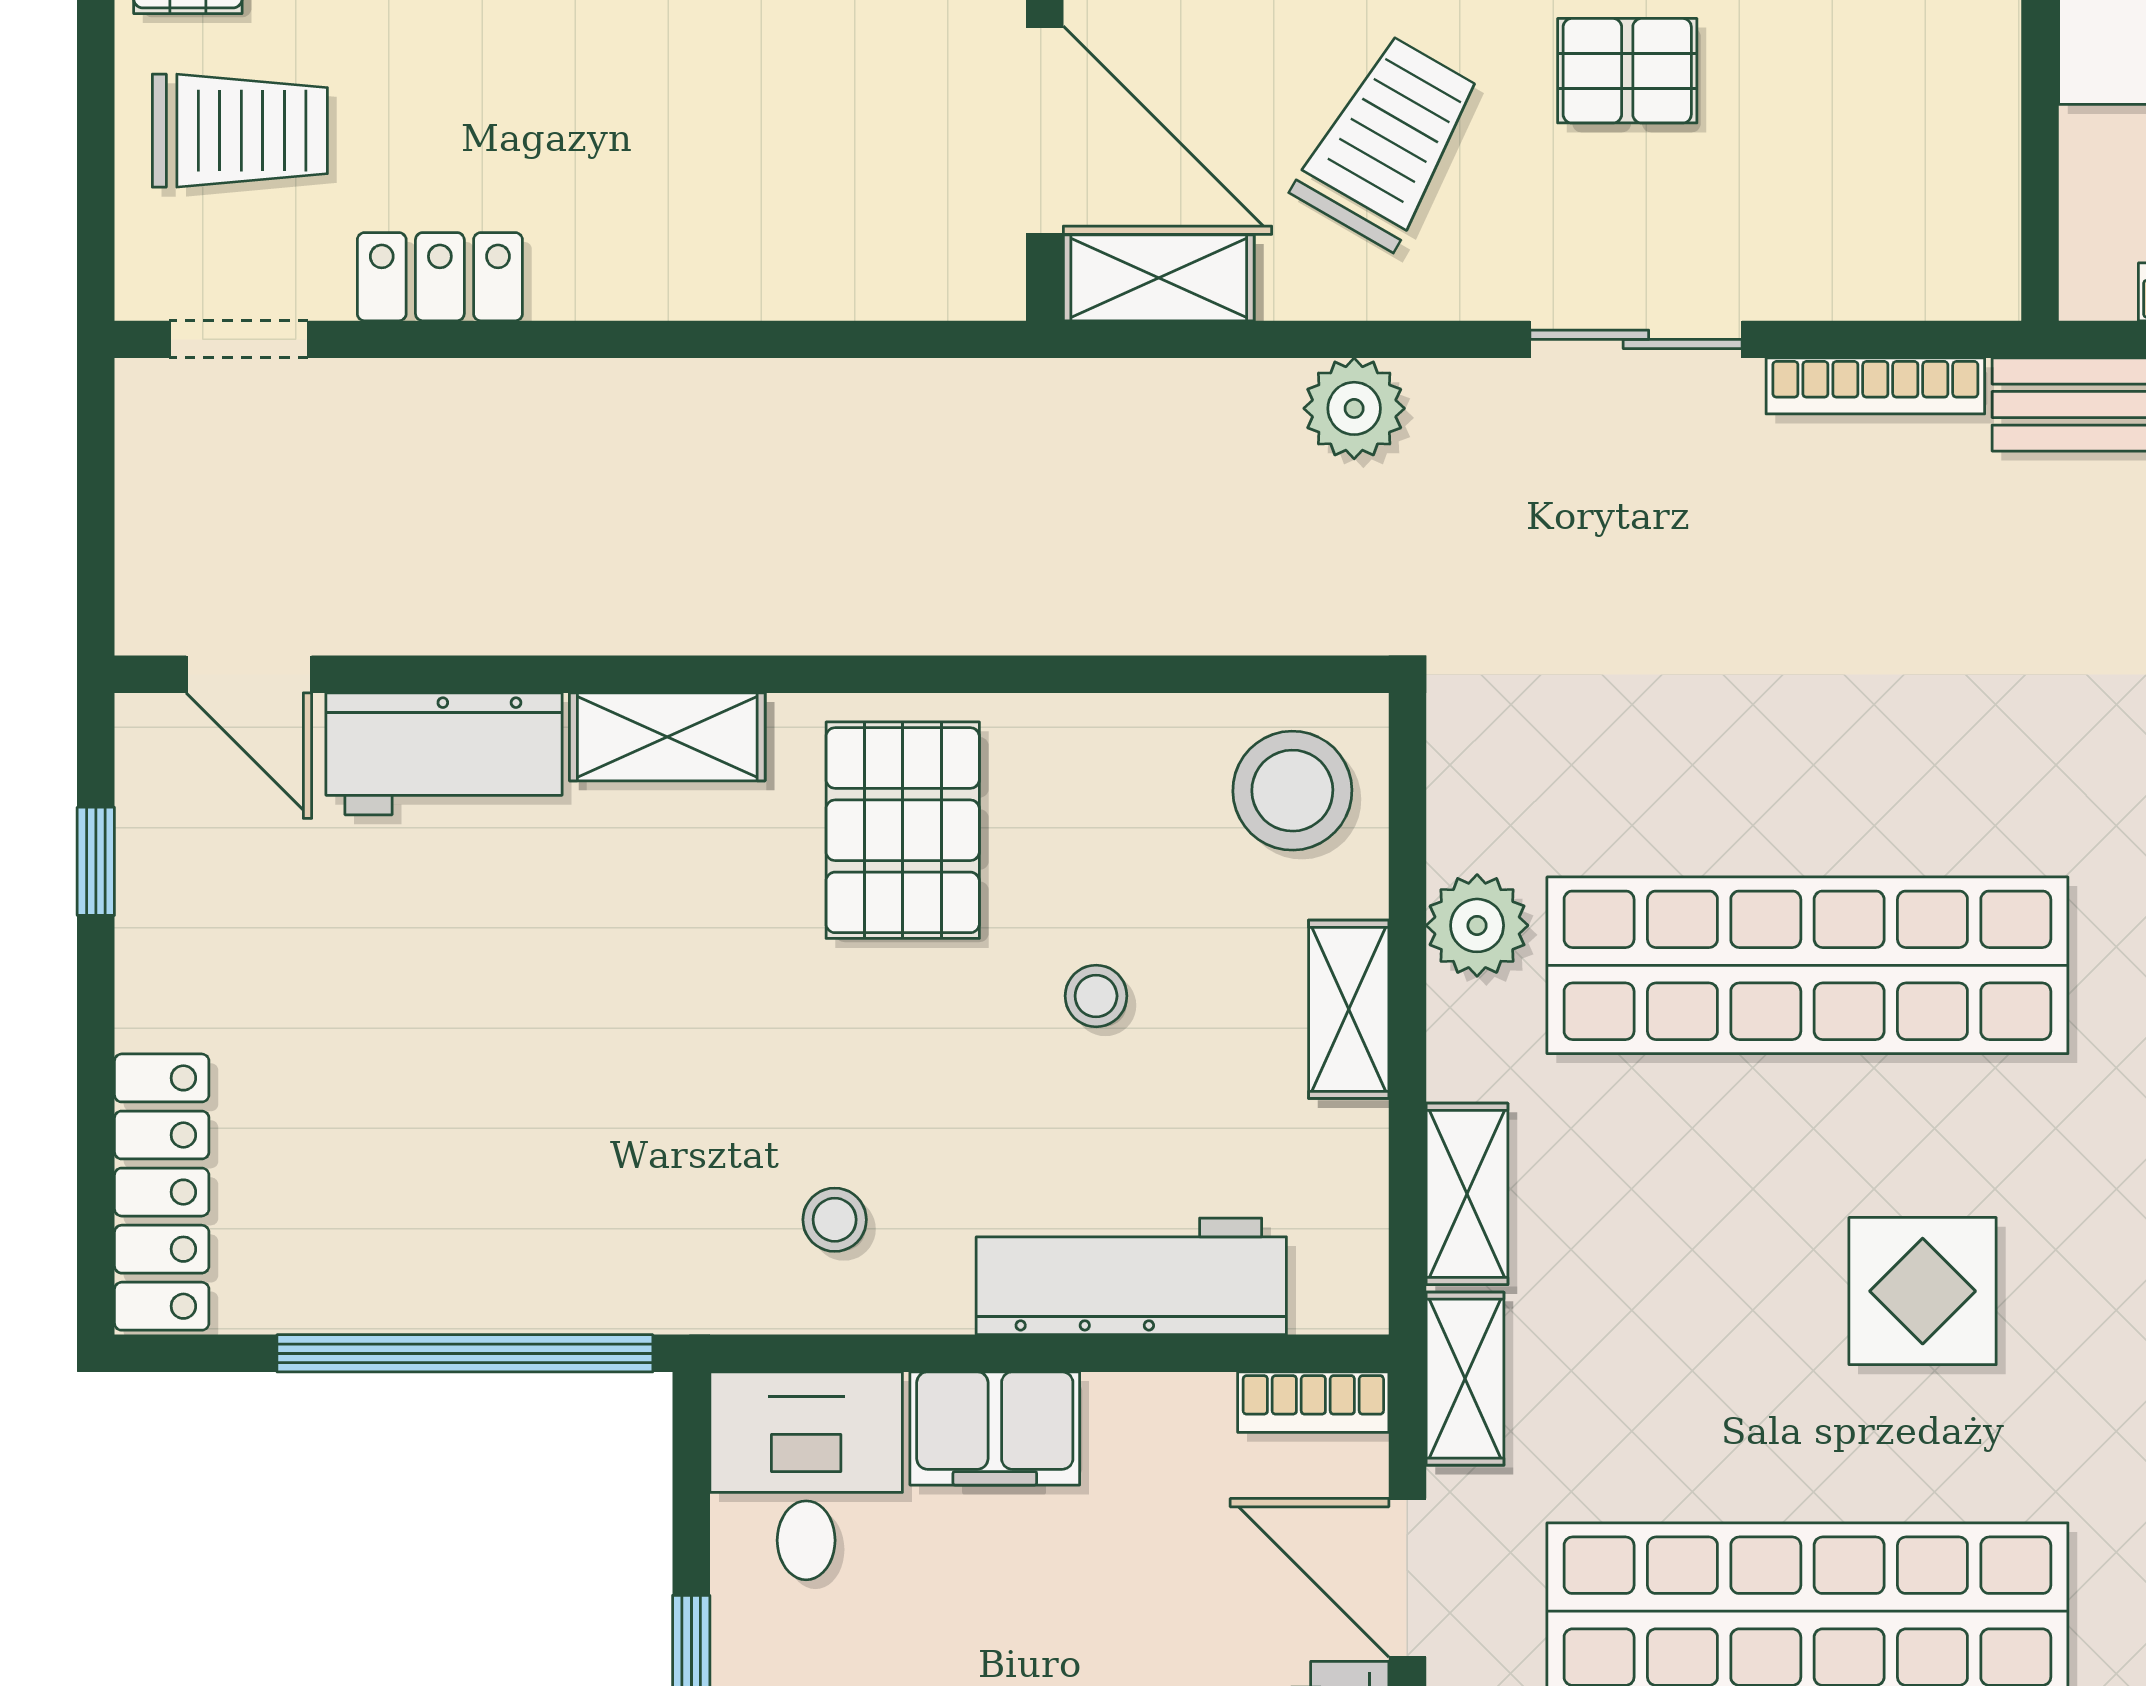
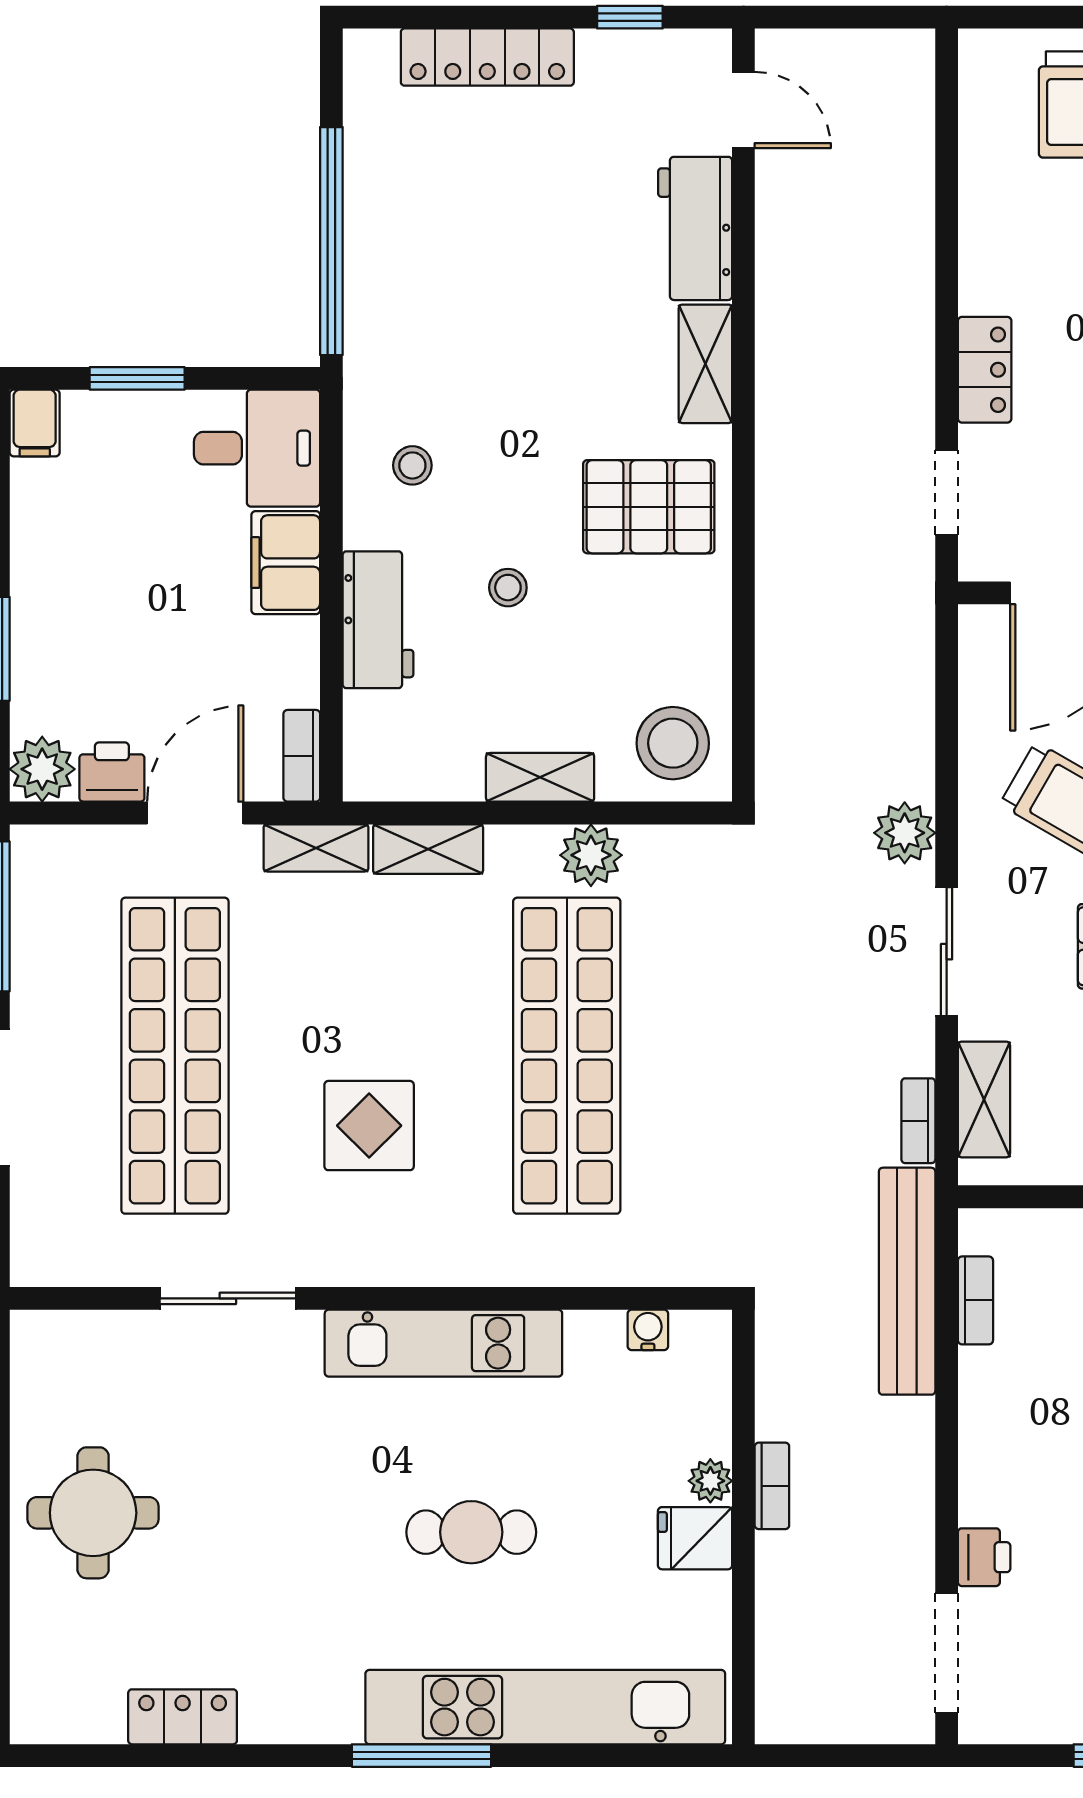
locker: (440, 277) -> (985, 370), moved
shelving: (1159, 278) -> (984, 1099), moved
doorway: (239, 339) -> (947, 493), moved
bookcase: (1875, 386) -> (918, 1121), width x0.64
plant: (1354, 408) -> (905, 833), moved
door: (249, 674) -> (743, 110), swing flipped
stool: (1096, 996) -> (508, 588), moved
locker: (162, 1192) -> (487, 57), moved
workbench: (1131, 1276) -> (378, 620), width x0.73

